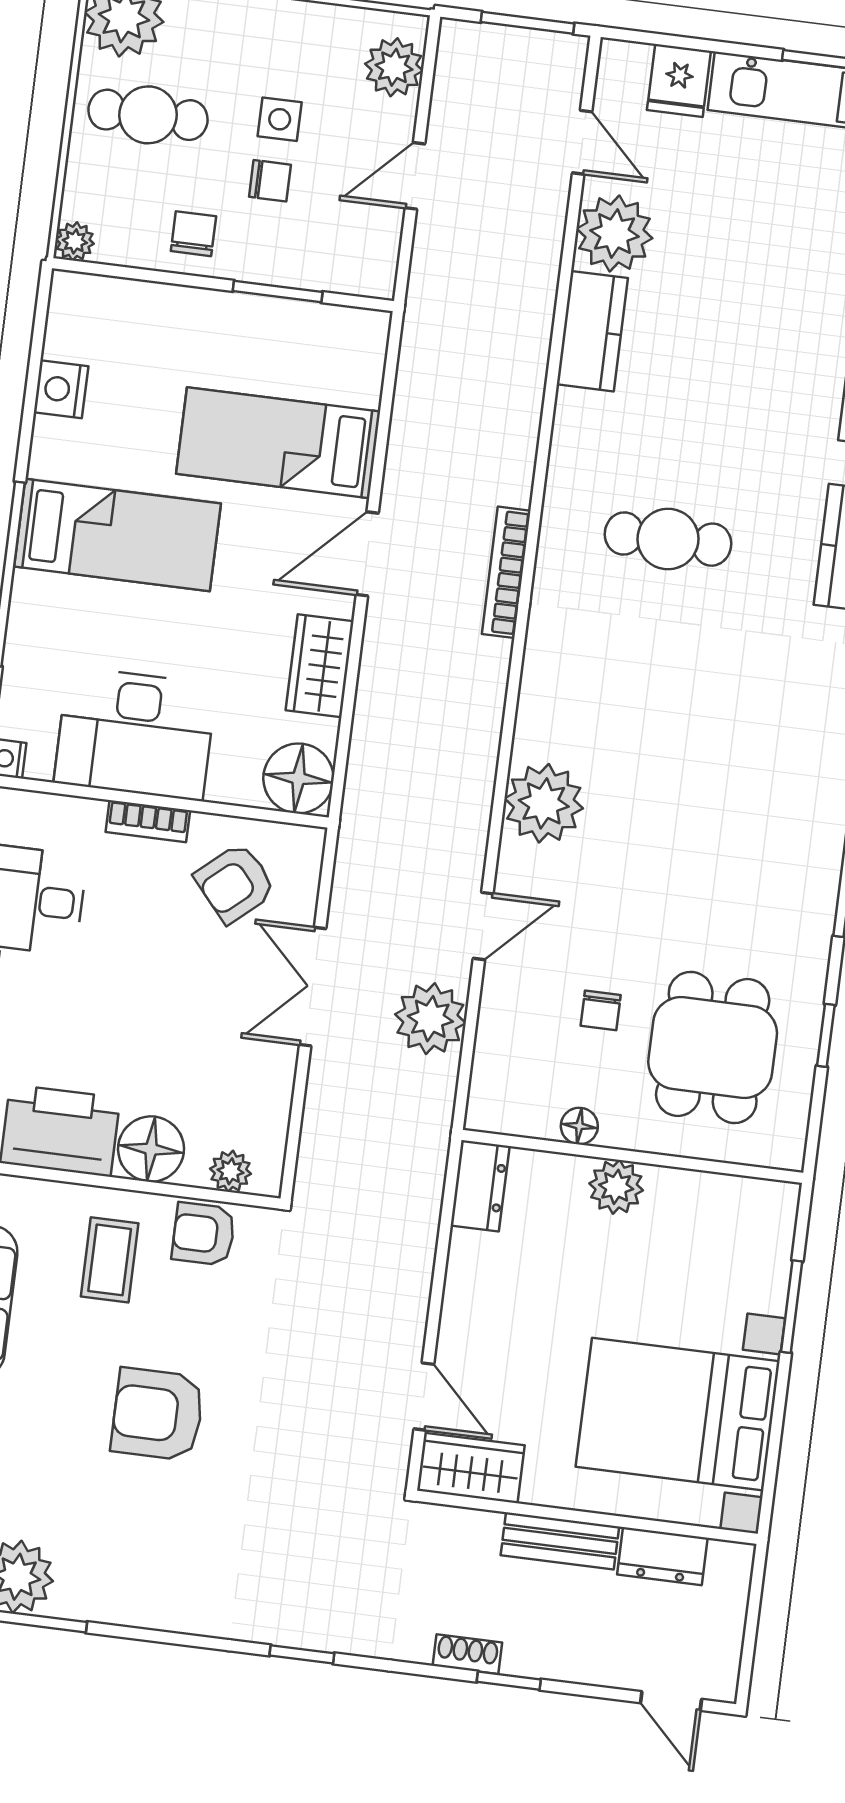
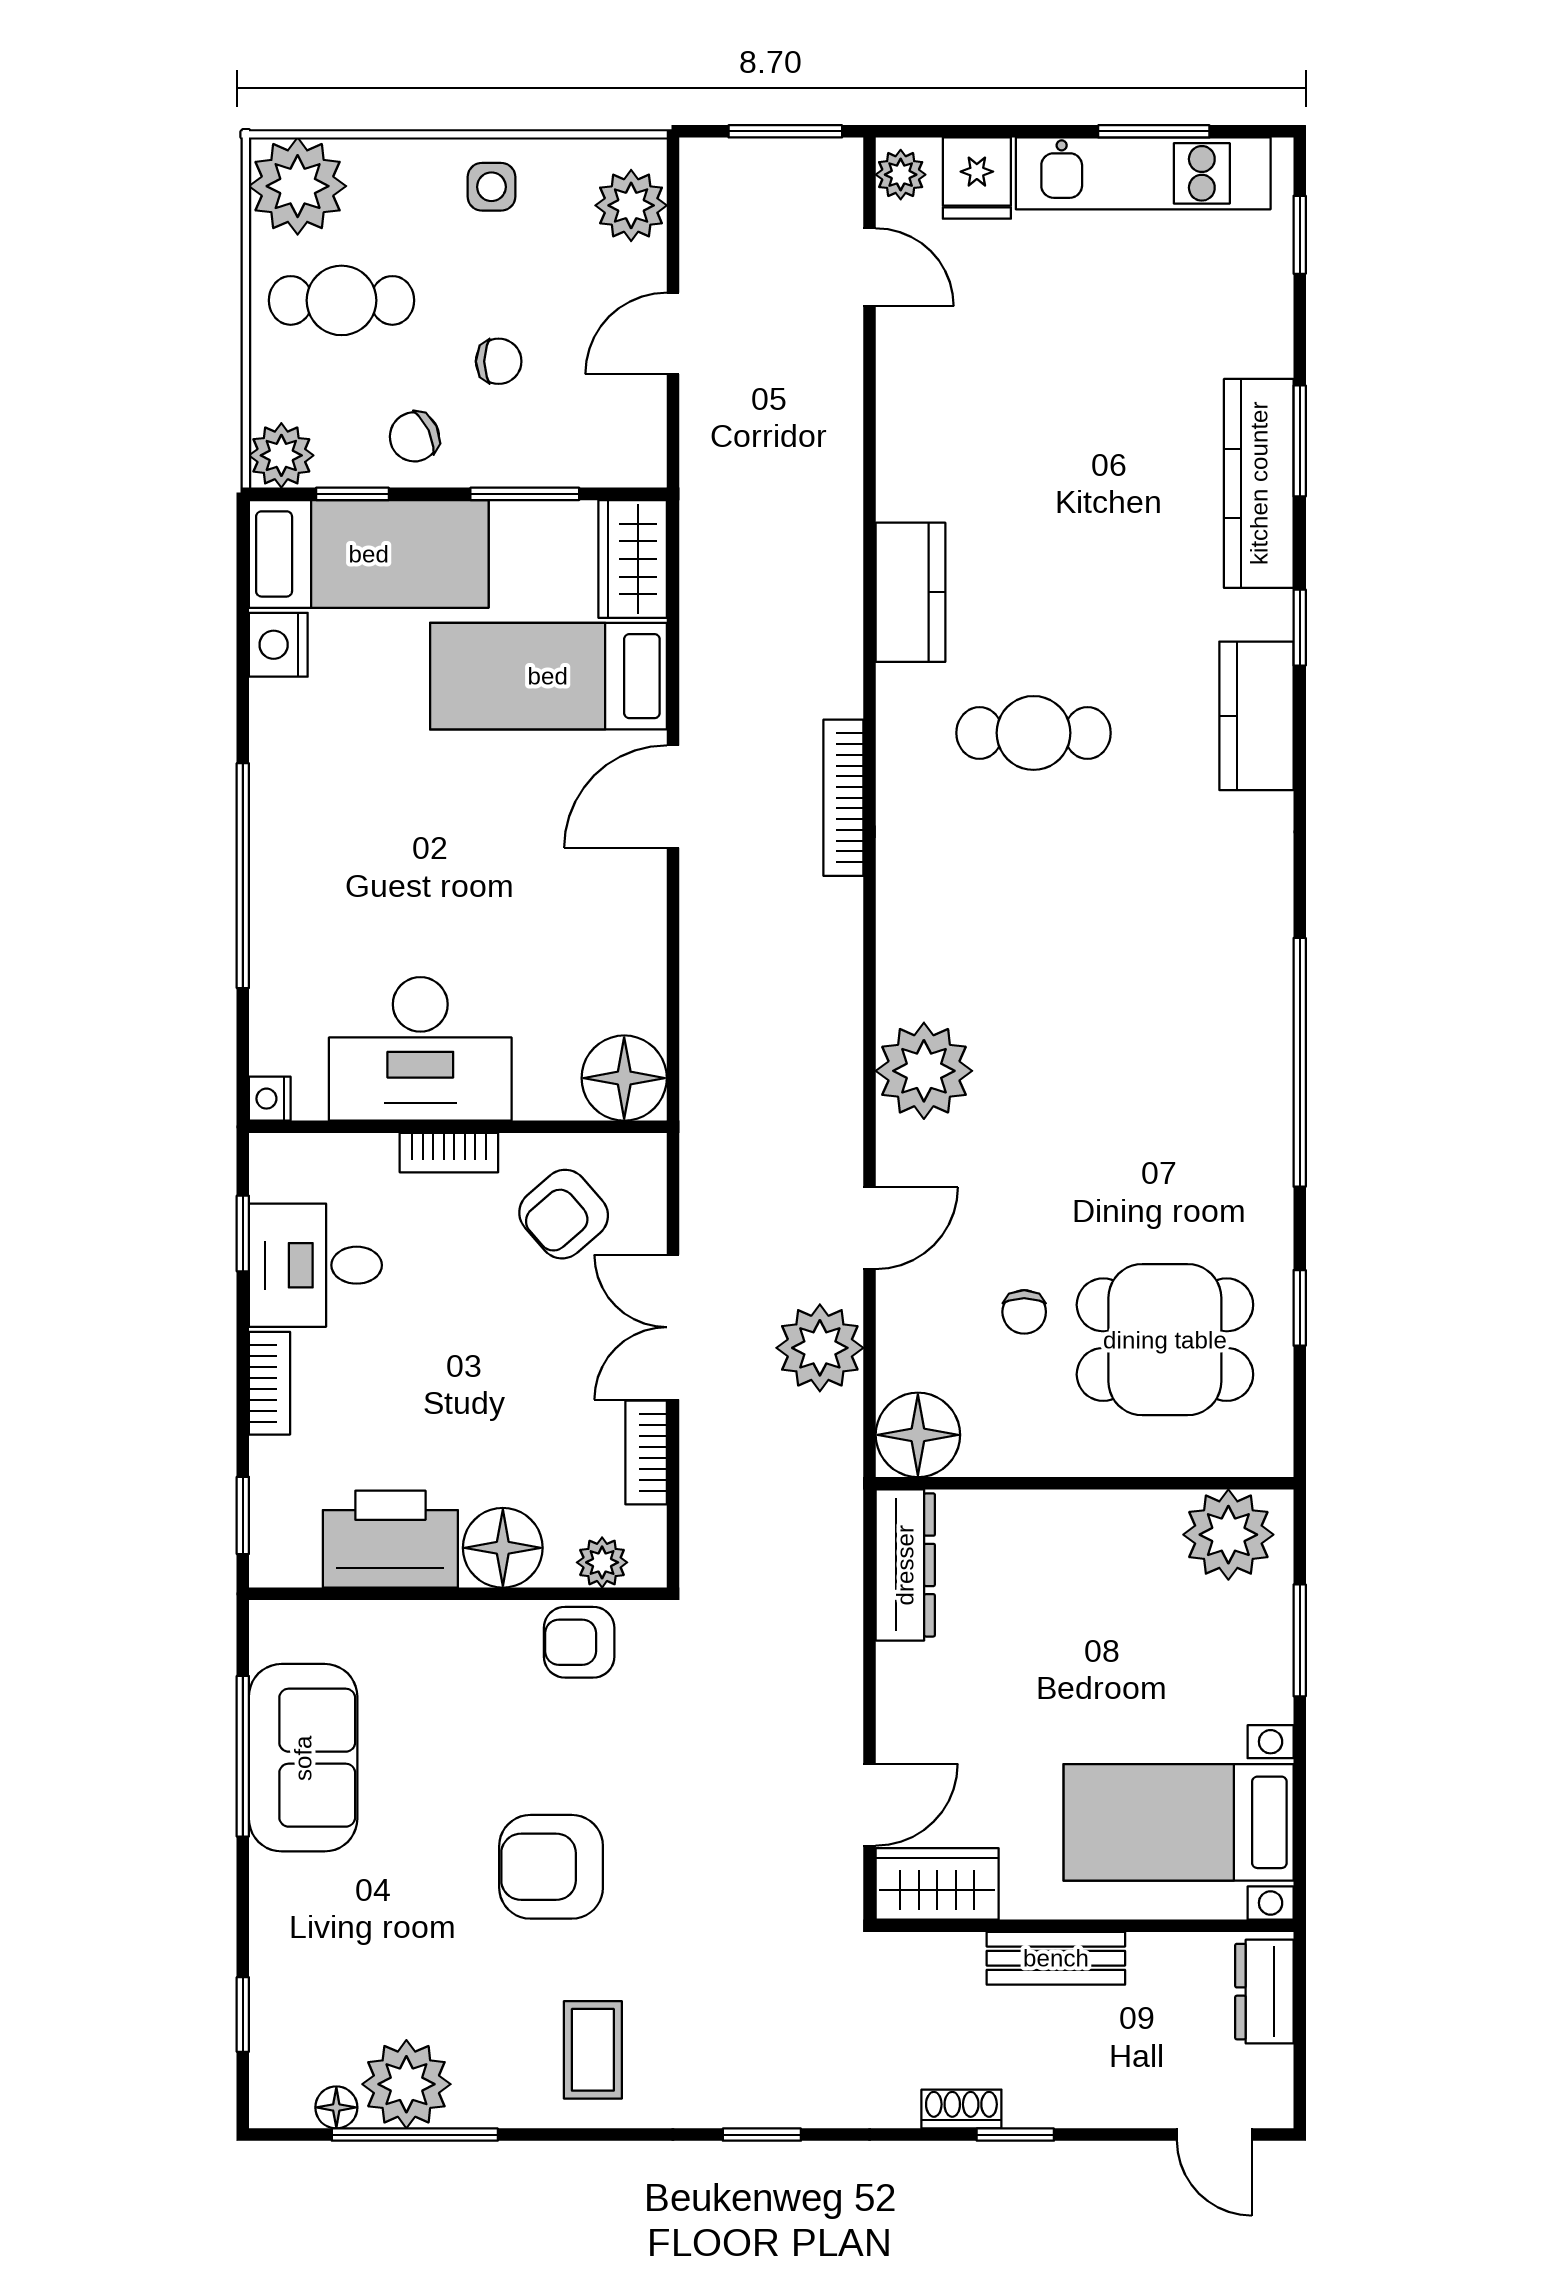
side table: (280, 119) -> (491, 187), moved
plant: (615, 233) -> (901, 175), moved, width x0.53, depth x0.53
chair: (193, 234) -> (414, 437), turned -115
plant: (75, 241) -> (281, 455), width x1.38, depth x1.38
window: (137, 274) -> (352, 494), added
kitchen counter: (592, 331) -> (911, 592), moved
bed: (118, 535) -> (369, 554), moved
wardrobe: (320, 666) -> (633, 559), moved
dining table: (713, 1047) -> (1165, 1340), turned 90
bookcase: (278, 1086) -> (646, 1452), added
floor lamp: (579, 1126) -> (918, 1435), moved, width x1.89, depth x1.89
dresser: (480, 1186) -> (905, 1565), width x1.44
plant: (616, 1187) -> (1228, 1535), moved, width x1.36, depth x1.36
coffee table: (110, 1260) -> (593, 2050), moved
door: (424, 1396) -> (870, 1805), hinge flipped
bed with nightstands: (678, 1414) -> (1179, 1822), width x0.73
dresser: (662, 1556) -> (1264, 1992), moved, turned 90

